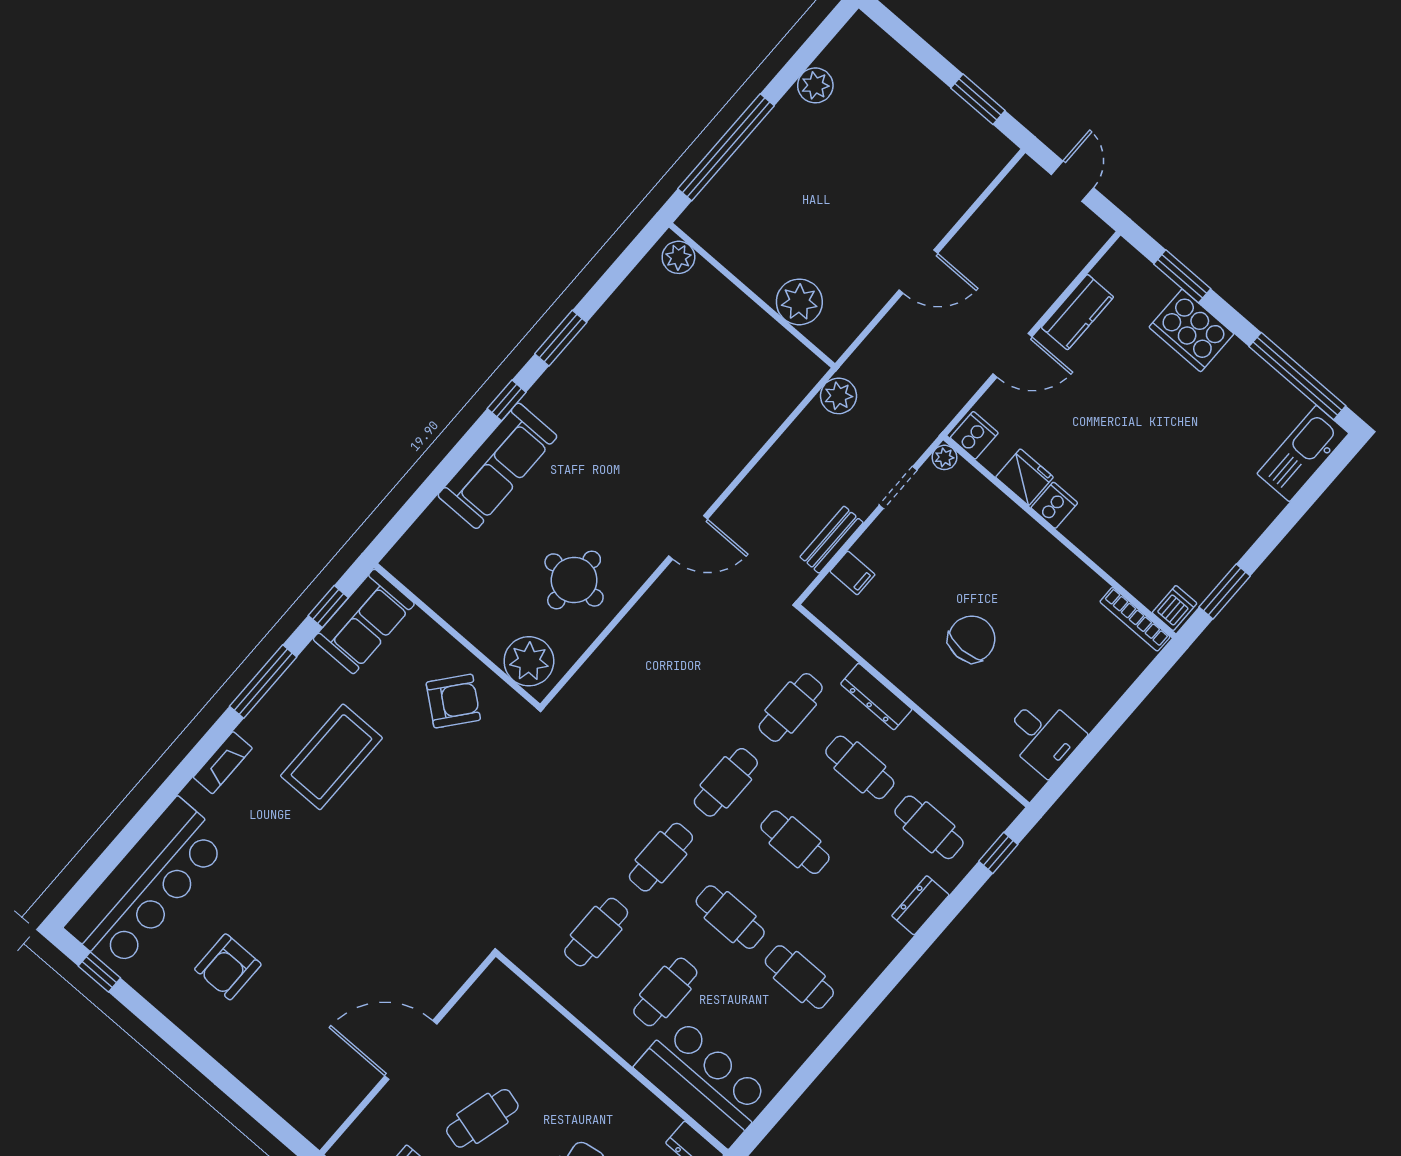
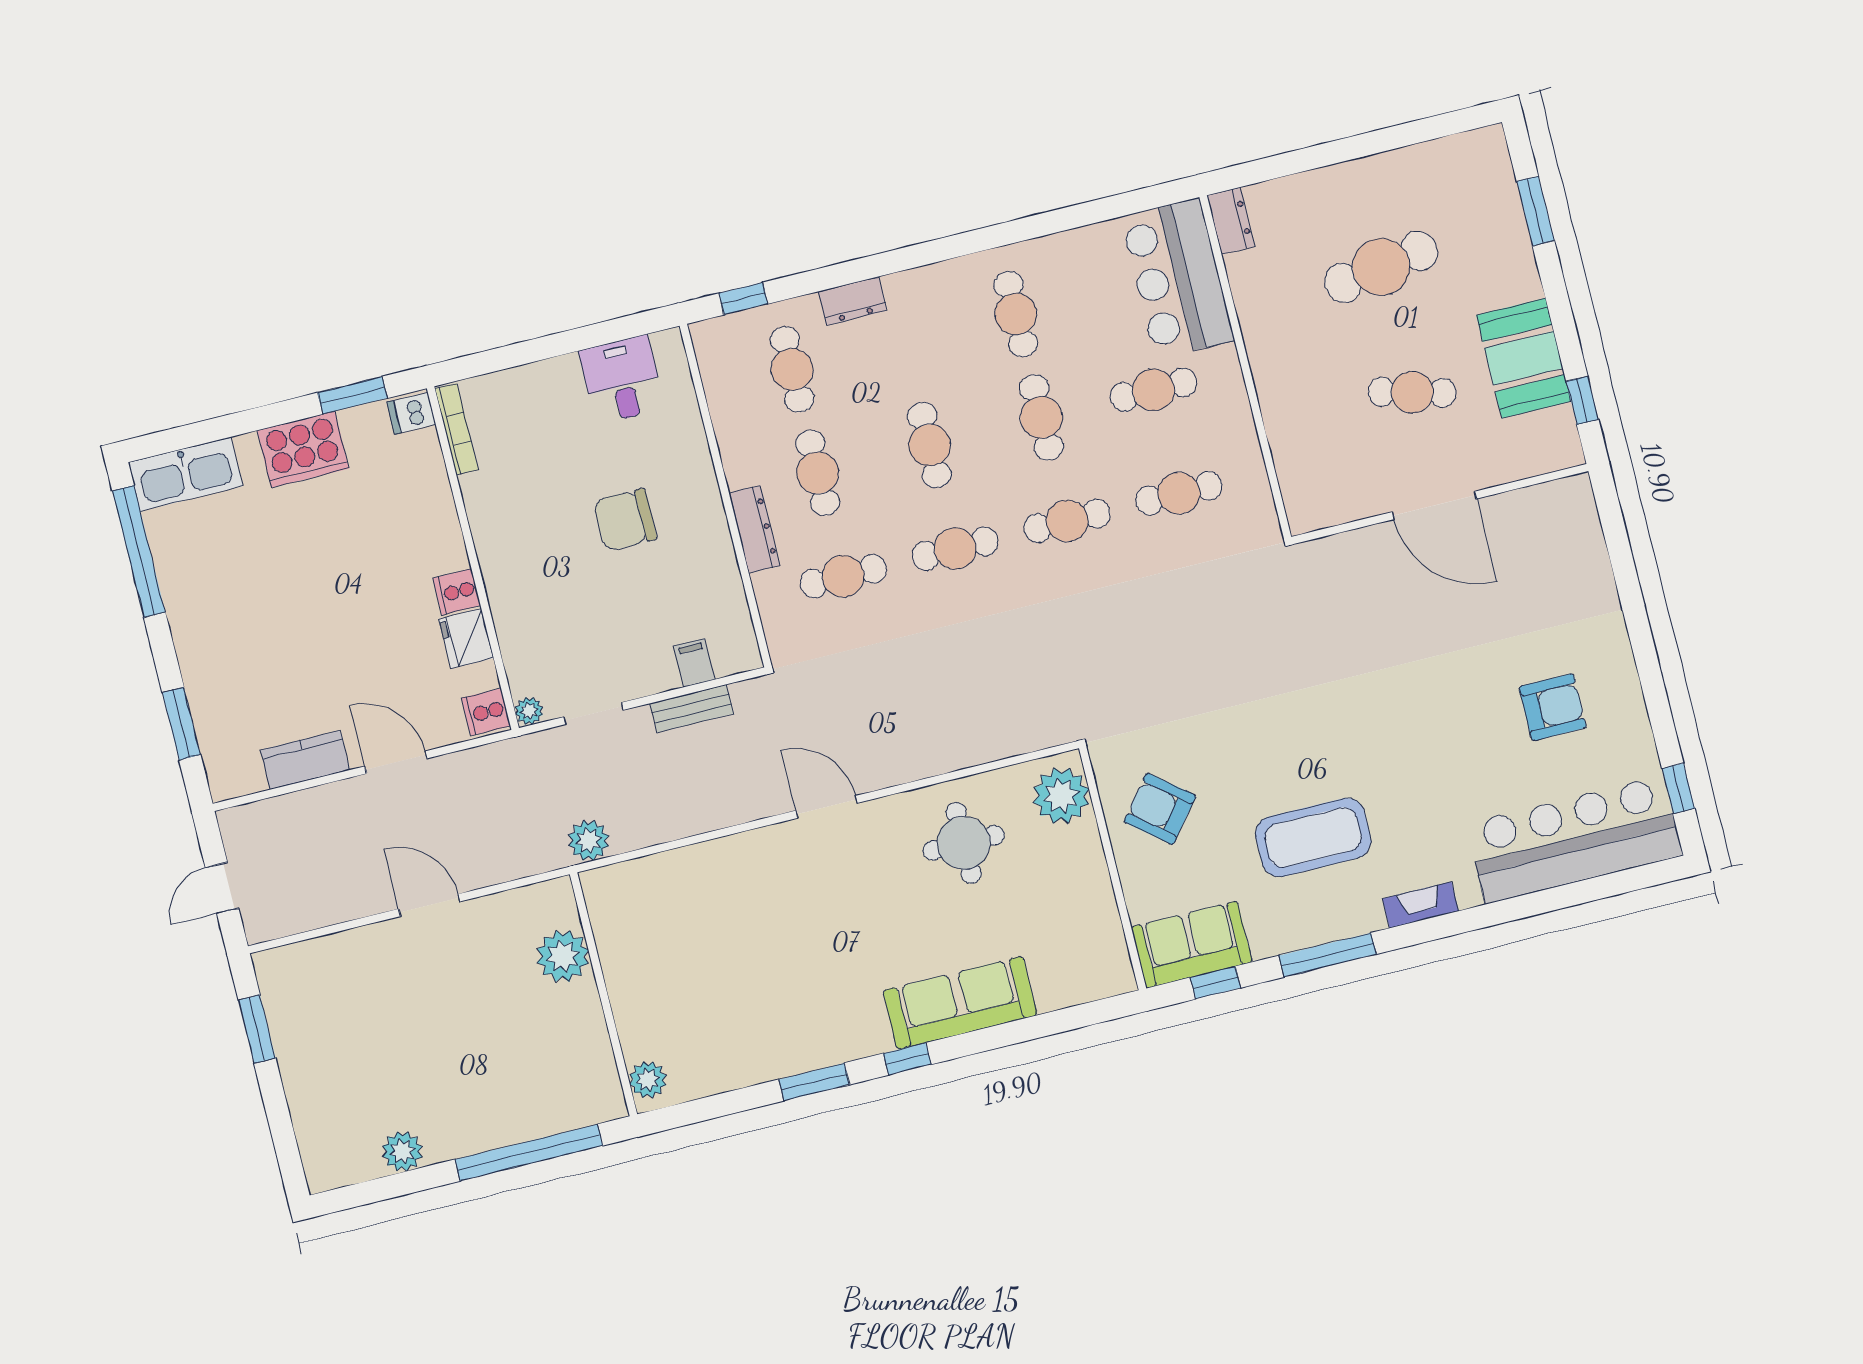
cooker: (1191, 330) -> (303, 449), moved, turned 90

